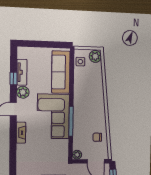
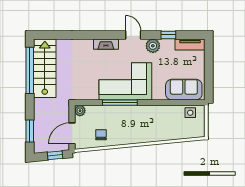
plant: (95, 56) -> (197, 131), removed
tv unit: (22, 72) -> (190, 44), moved
sofa: (61, 72) -> (184, 90), width x0.73

